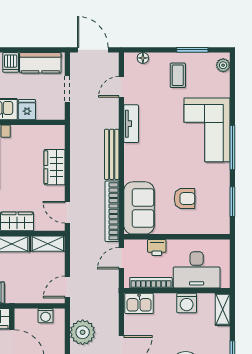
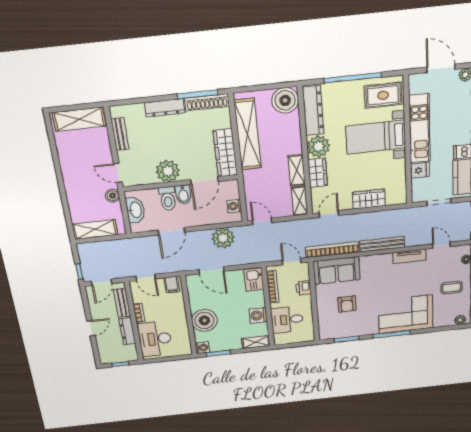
desk: (197, 270) -> (287, 320), width x0.73

